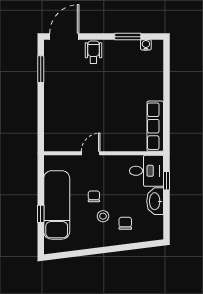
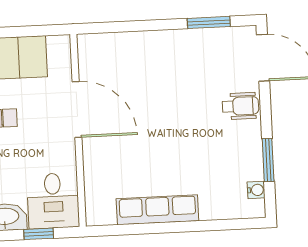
row of seats: (155, 126) -> (157, 210), moved
door: (91, 153) -> (77, 109), width x1.88

